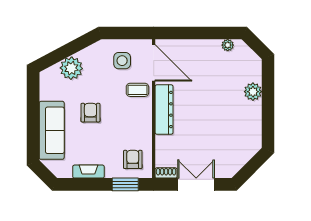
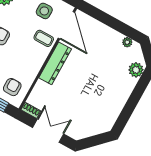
plant: (253, 92) -> (136, 70), moved

